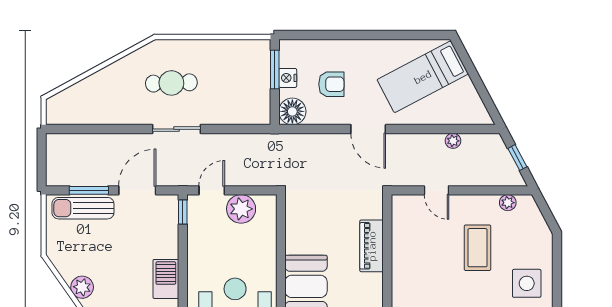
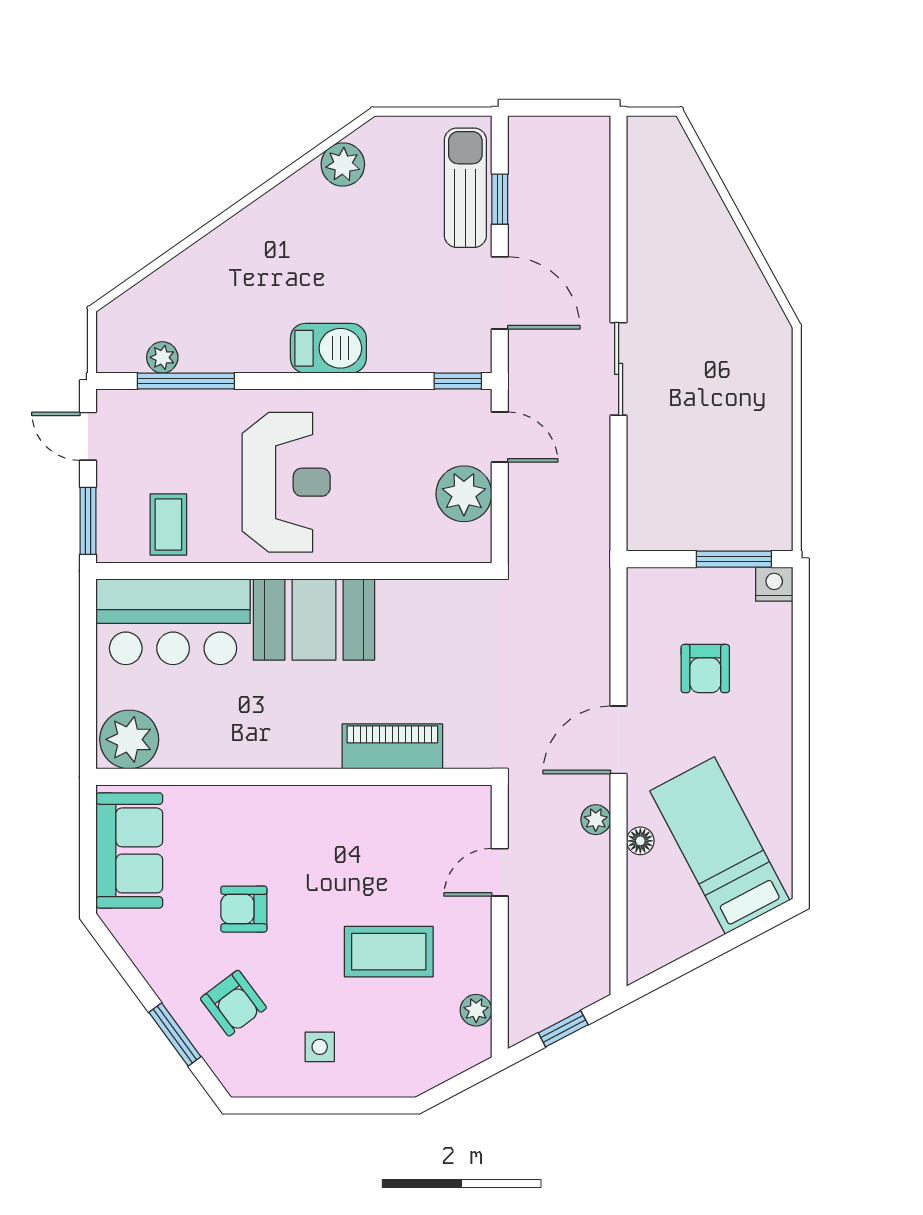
nightstand: (288, 78) -> (774, 584), moved
cafe table: (171, 83) -> (708, 359), removed
floor lamp: (292, 111) -> (640, 841), moved, width x0.53, depth x0.53
plant: (453, 141) -> (596, 820), moved
window: (89, 190) -> (500, 199), width x0.67
side table: (527, 283) -> (320, 1047), width x0.54, depth x0.54
plant: (82, 287) -> (343, 165), moved

